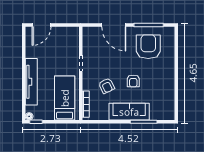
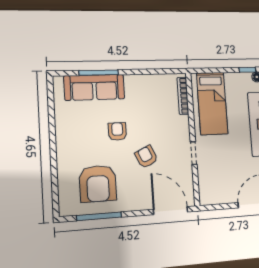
door: (114, 25) -> (171, 211), moved
armchair: (107, 86) -> (146, 157), moved
sofa: (129, 112) -> (94, 87), moved

